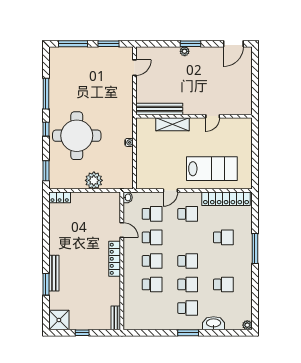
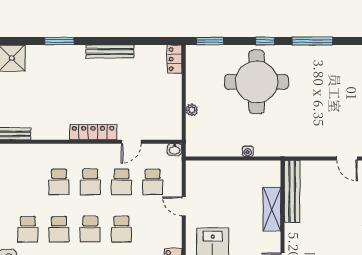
plant: (94, 180) -> (192, 110), width x0.53, depth x0.53
school desk: (188, 214) -> (121, 229), moved
bench: (54, 273) -> (110, 51), moved

